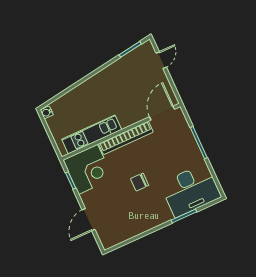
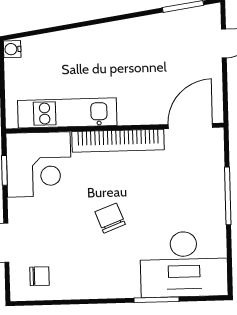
chair: (140, 182) -> (110, 218), turned 69
chair: (114, 230) -> (40, 276), added

